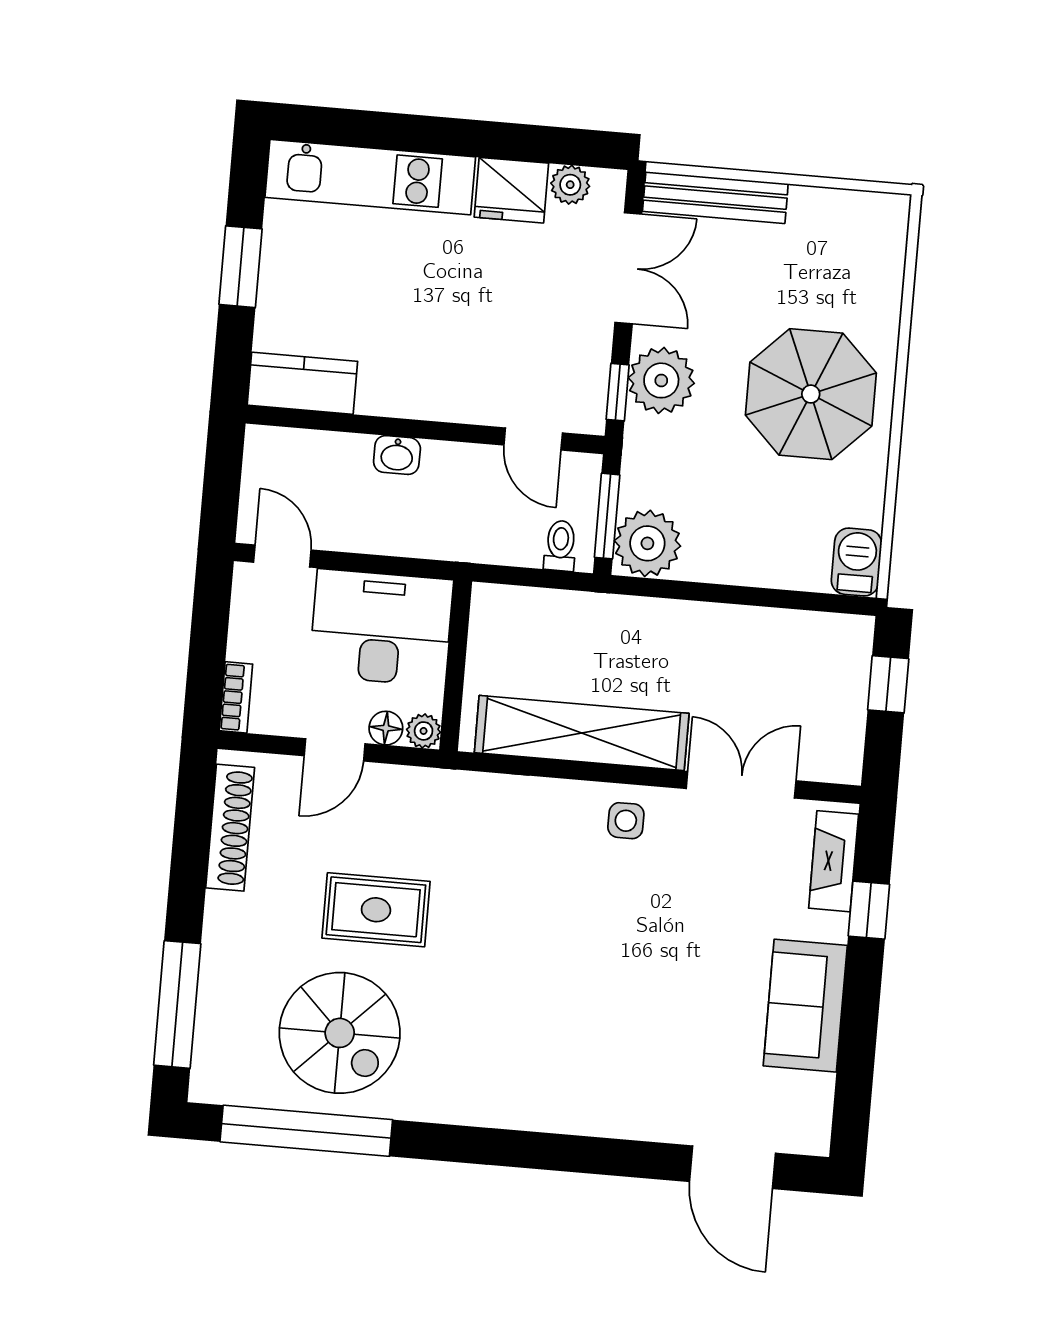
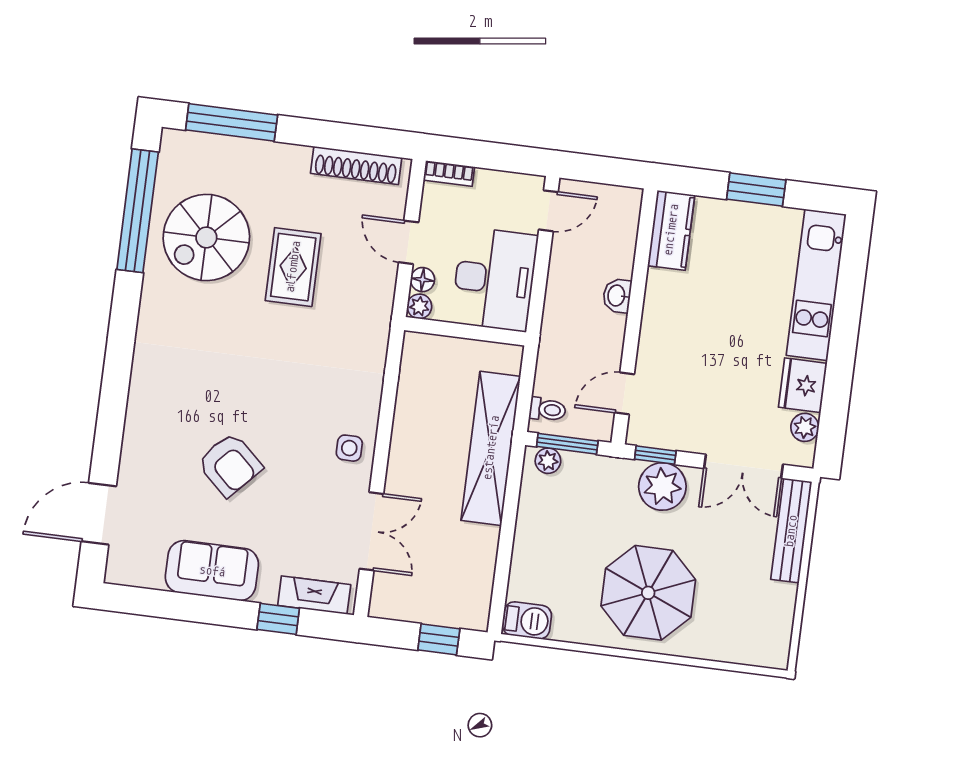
plant: (647, 543) -> (548, 461), width x0.53, depth x0.53
shelving: (582, 733) -> (491, 448), moved
armchair: (656, 987) -> (230, 465), added

